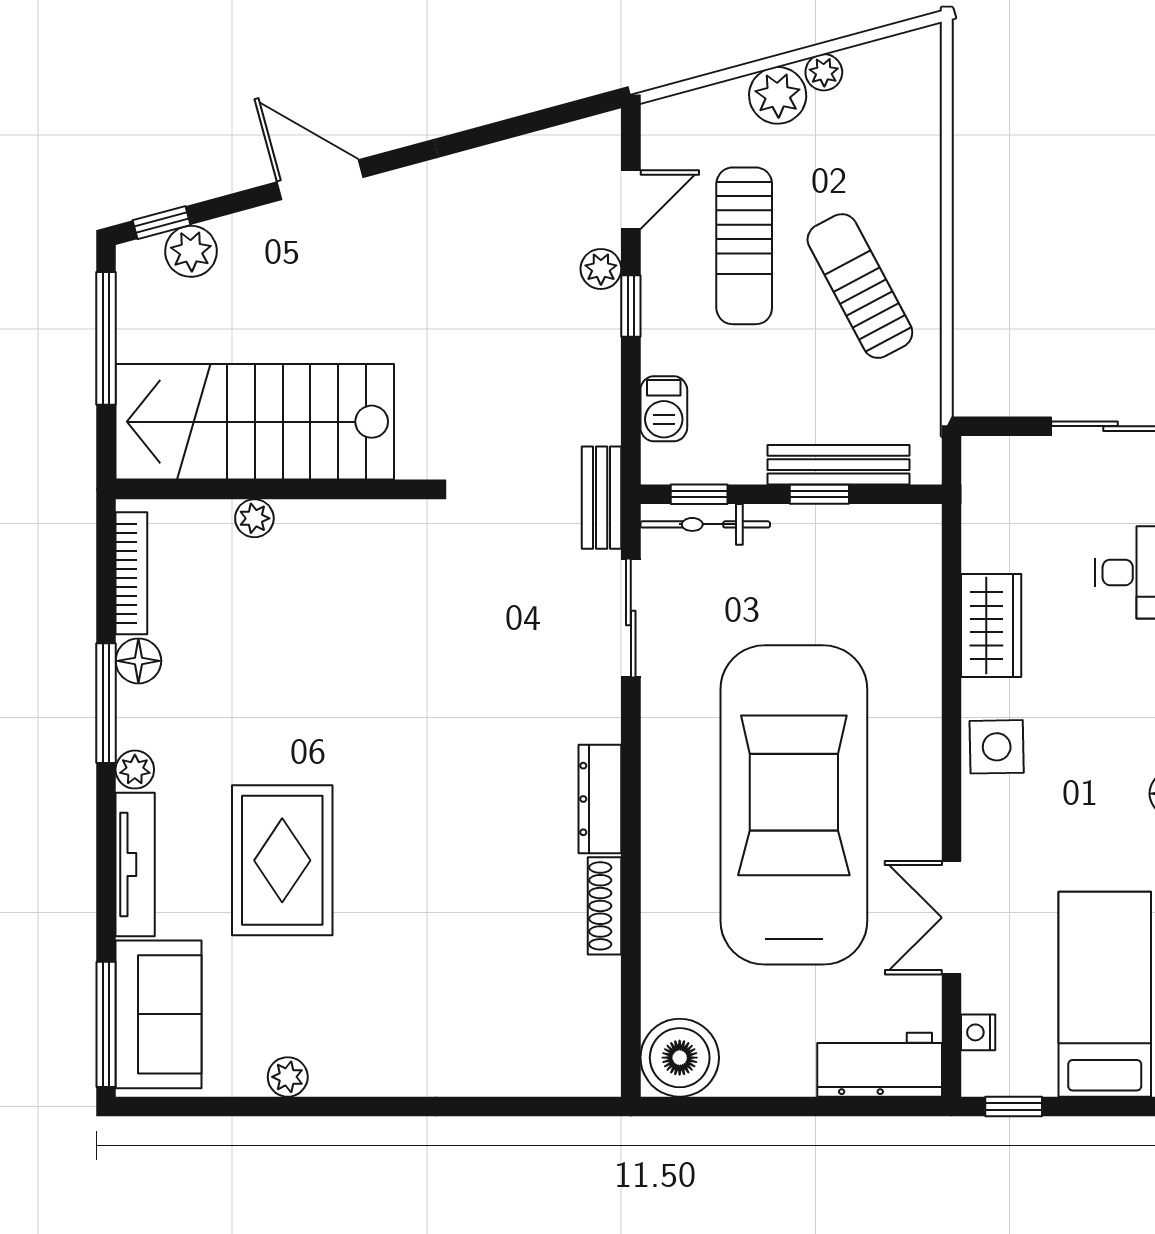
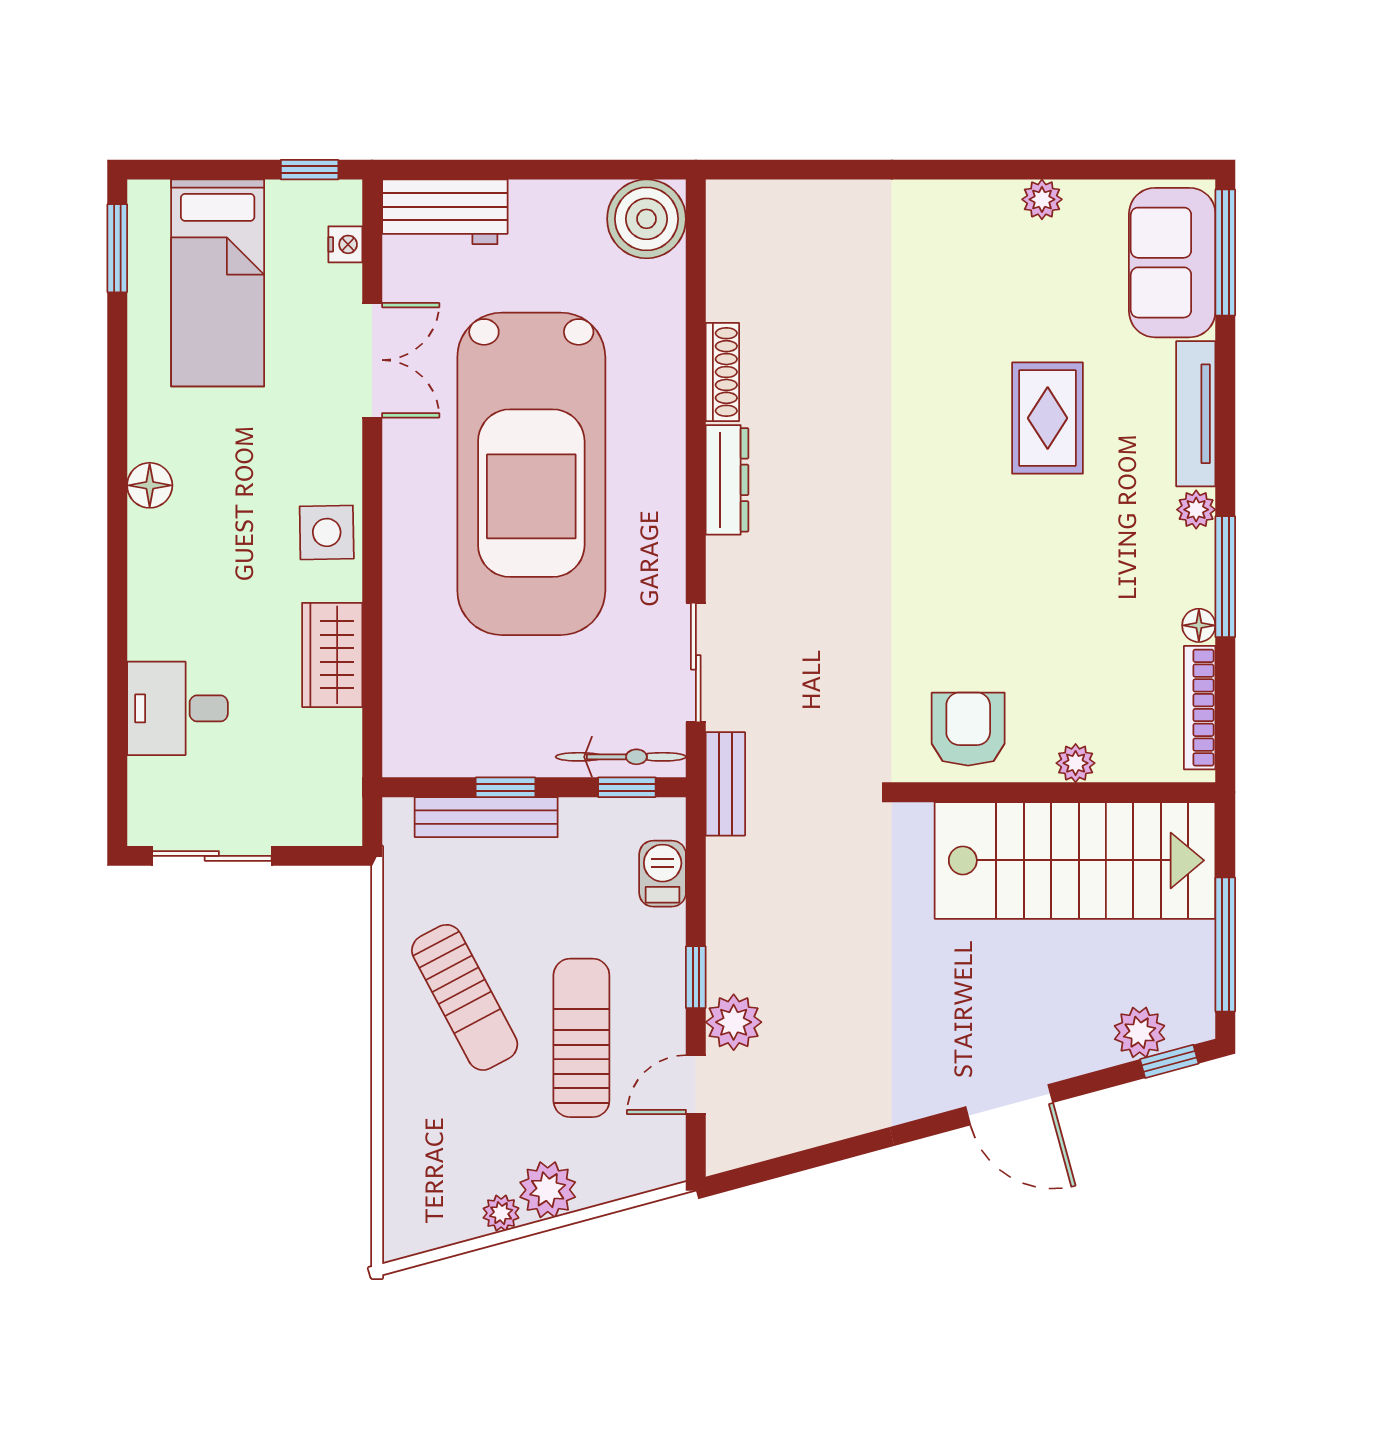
plant: (601, 269) -> (734, 1022), width x1.38, depth x1.38
armchair: (361, 552) -> (968, 729), added
floor lamp: (138, 661) -> (1199, 625), width x0.73, depth x0.73
rug: (282, 860) -> (1048, 418), width x0.73, depth x0.70

